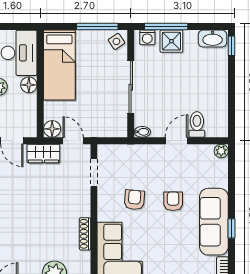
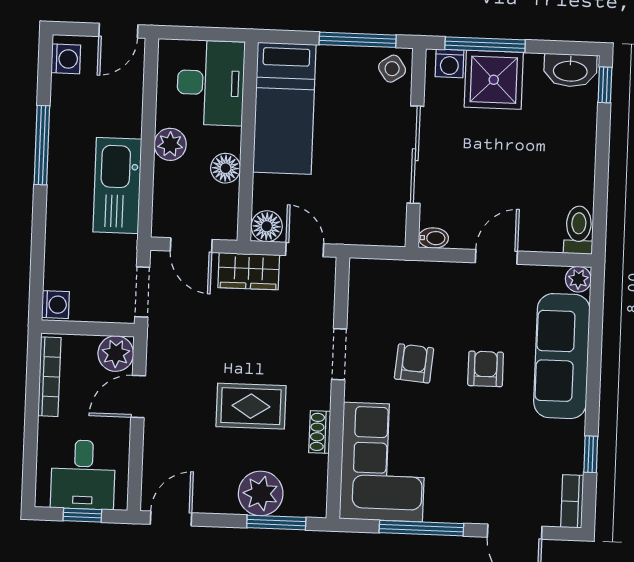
shower: (171, 41) -> (494, 80), width x1.36, depth x1.36
floor lamp: (29, 85) -> (226, 168), moved
toilet: (197, 124) -> (579, 230), moved
doorway: (94, 173) -> (339, 354), moved
sofa: (214, 222) -> (562, 356), moved
rug: (47, 226) -> (251, 406), added
window: (231, 228) -> (591, 454), moved
shoe rack: (85, 234) -> (320, 432), width x0.70

